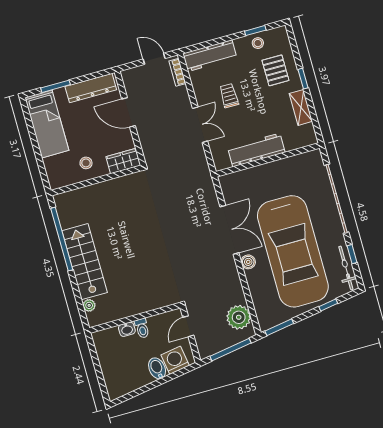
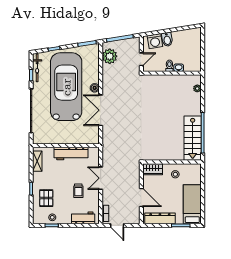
workbench: (210, 56) -> (83, 218), width x0.73
shelving: (301, 107) -> (37, 161), moved
stairs: (85, 262) -> (193, 138), moved

